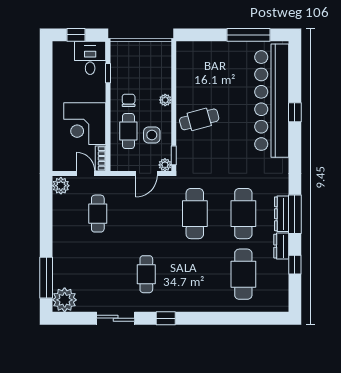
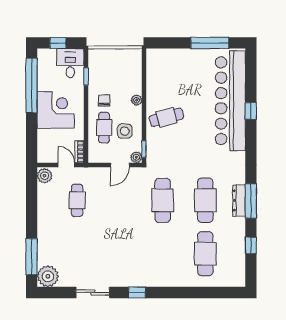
window: (46, 83) -> (32, 86), added
corner desk: (85, 124) -> (55, 110), moved, turned 180
dresser: (281, 246) -> (239, 229), removed
cafe table: (146, 274) -> (120, 254), removed

